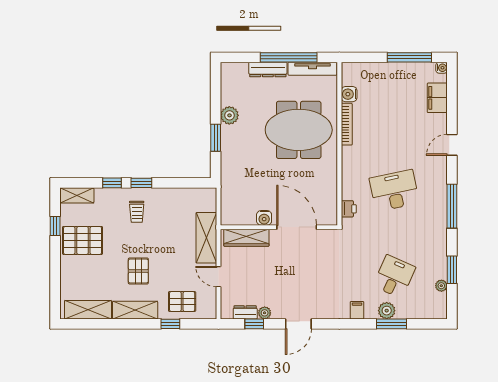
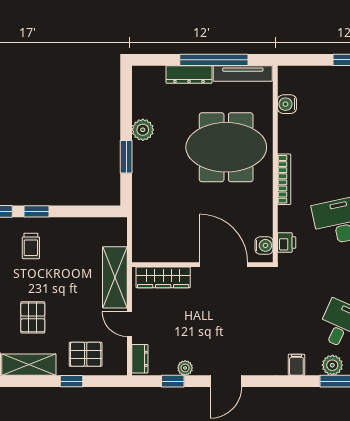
bookcase: (347, 124) -> (284, 179), moved
water cooler: (264, 218) -> (264, 245), moved, turned -90
dresser: (245, 312) -> (140, 359), moved, turned 90

